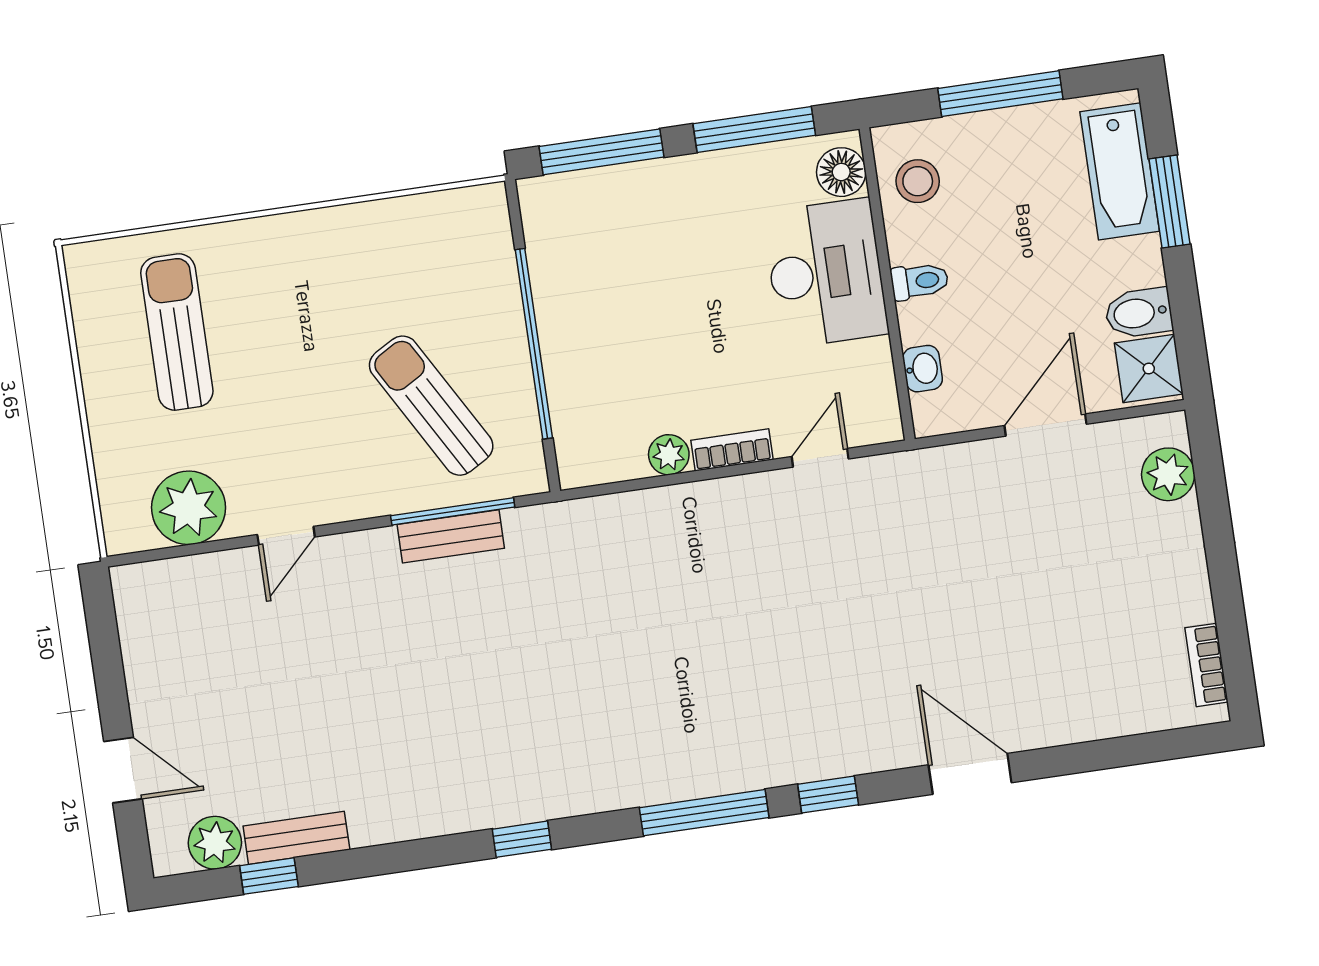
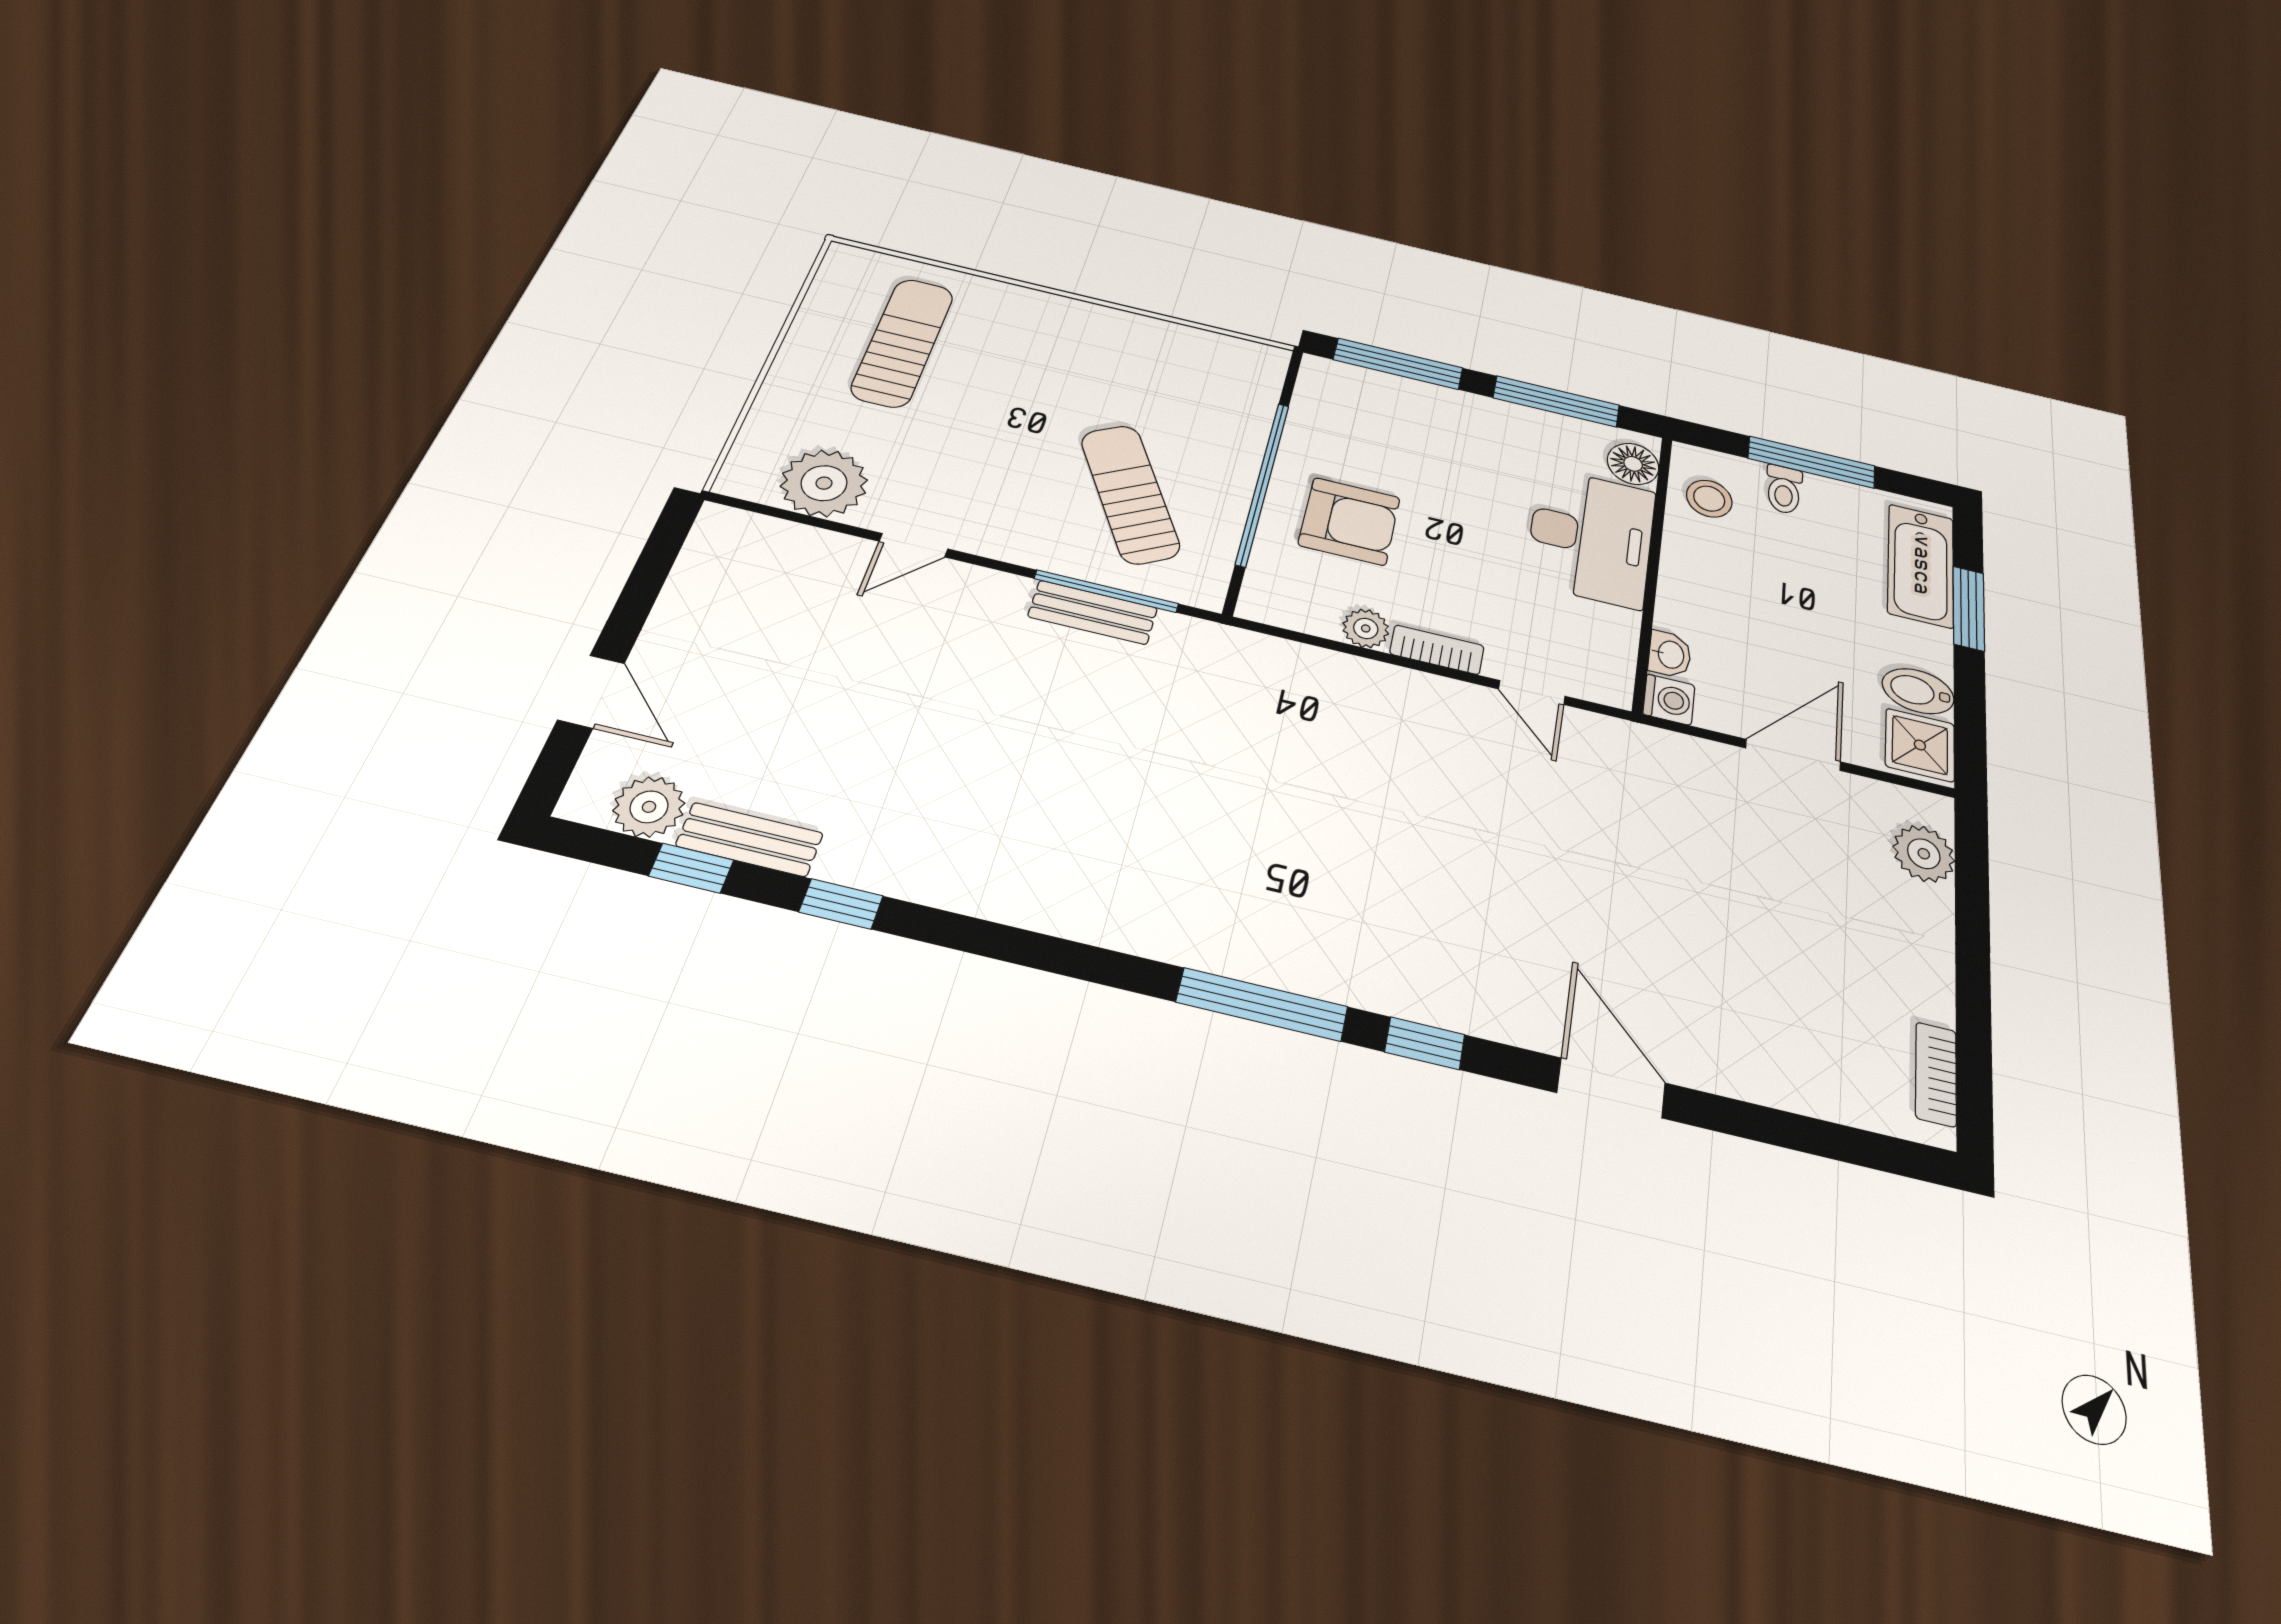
toilet: (920, 281) -> (1784, 490), moved, turned 90
armchair: (619, 351) -> (1349, 521), added
washing machine: (933, 415) -> (1669, 700), added
door: (820, 458) -> (1532, 693), swing flipped
window: (522, 839) -> (841, 904), moved

